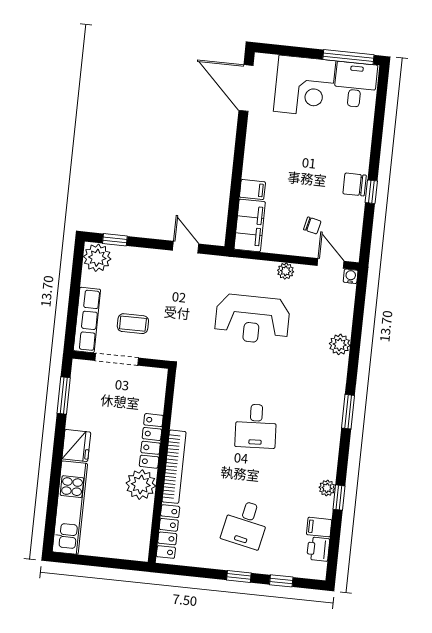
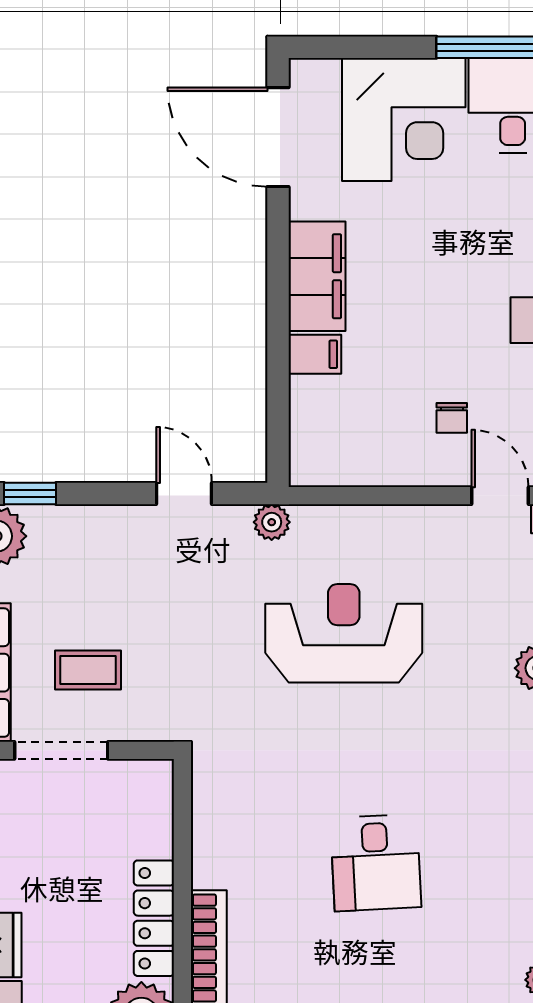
filing cabinet: (250, 225) -> (317, 276), moved
chair: (312, 225) -> (452, 418), turned 77
plant: (286, 271) -> (272, 522), moved
reception desk: (252, 319) -> (344, 633), turned 180

